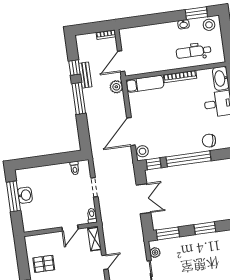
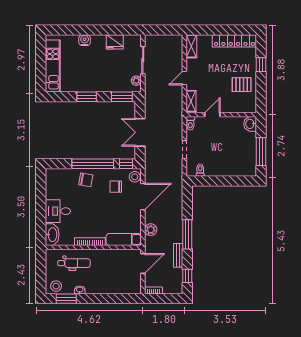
window: (74, 68) -> (187, 276), moved
plant: (116, 87) -> (151, 230), moved
chair: (161, 138) -> (116, 187), added
chair: (209, 141) -> (86, 180), moved
washbasin: (25, 195) -> (250, 124), moved

